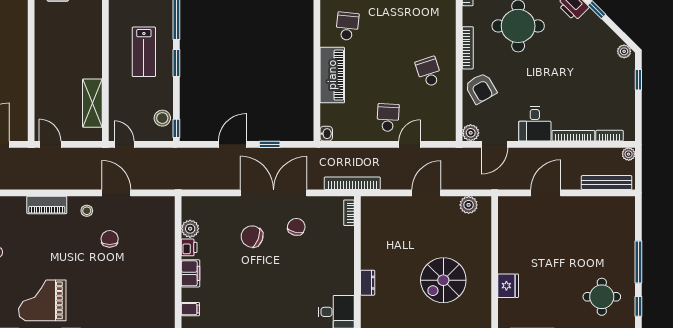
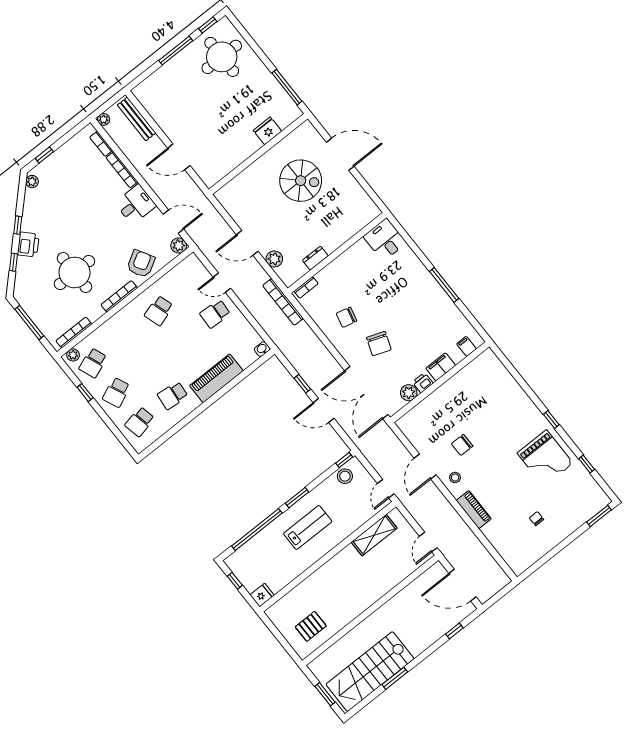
double door: (274, 193) -> (366, 393), moved
plant: (469, 205) -> (274, 259), moved
dresser: (368, 283) -> (315, 258), moved
round table: (602, 297) -> (222, 57), width x1.36, depth x1.36

